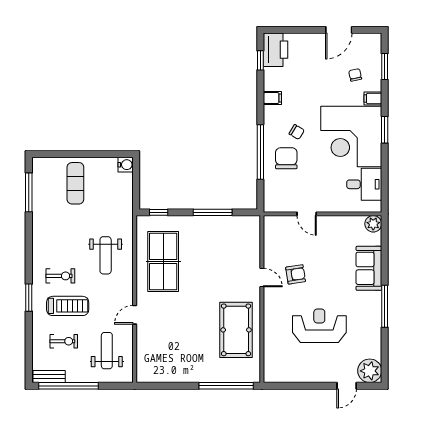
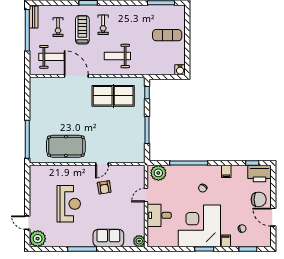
chair: (286, 158) -> (259, 199), moved
desk: (364, 184) -> (159, 215), moved, turned 90
plant: (275, 196) -> (158, 173), added
treadmill: (68, 306) -> (82, 30), turned 180
door: (135, 315) -> (76, 76), width x1.88

